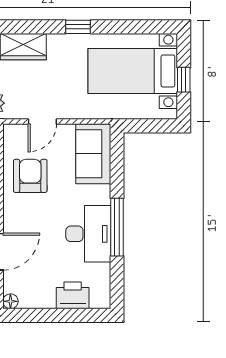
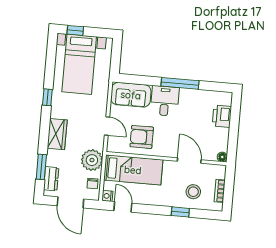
window: (184, 80) -> (75, 30), moved
desk: (88, 234) -> (165, 101), moved, width x0.73

